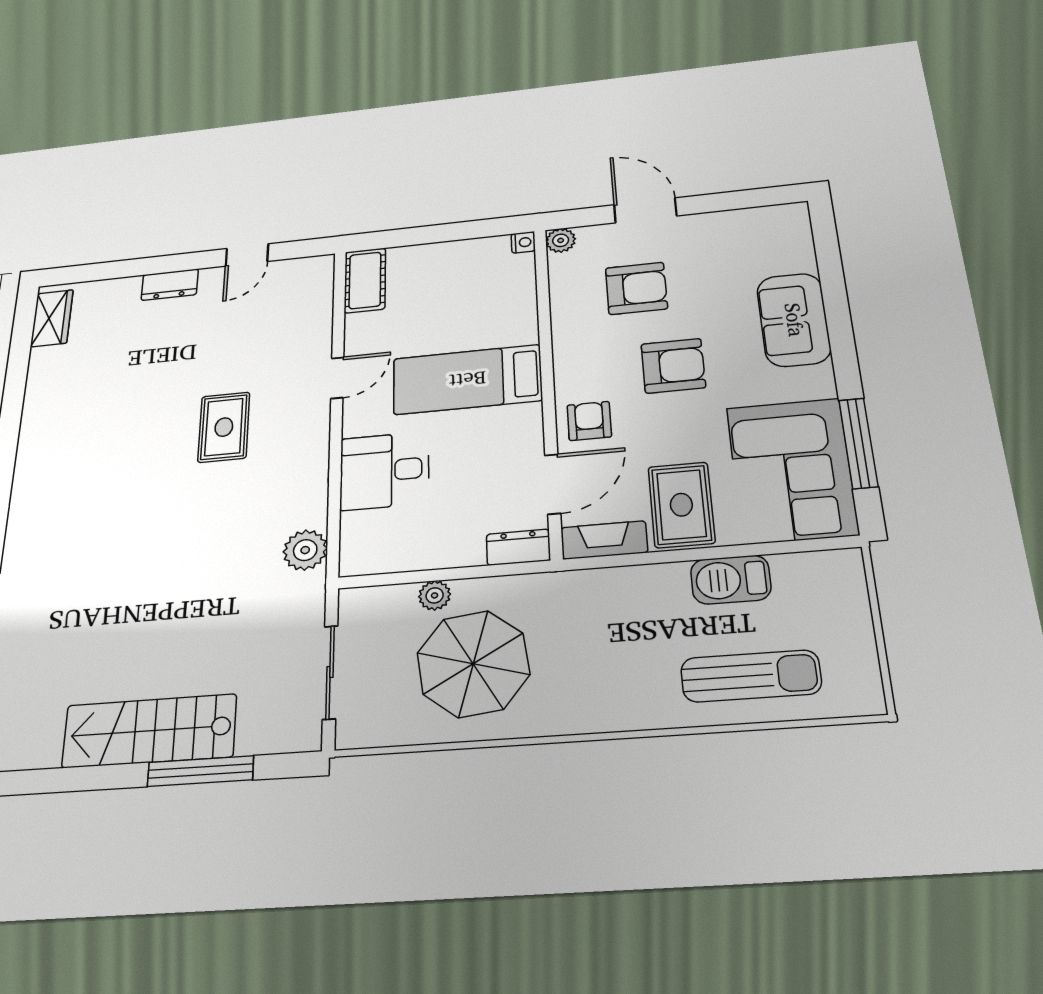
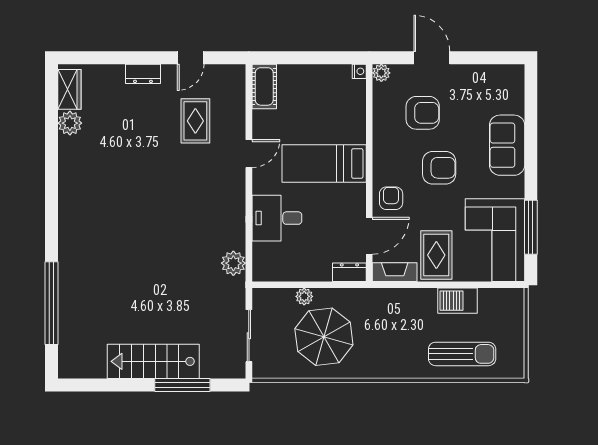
plant: (47, 364) -> (70, 123), added
rug: (224, 427) -> (195, 121), moved

